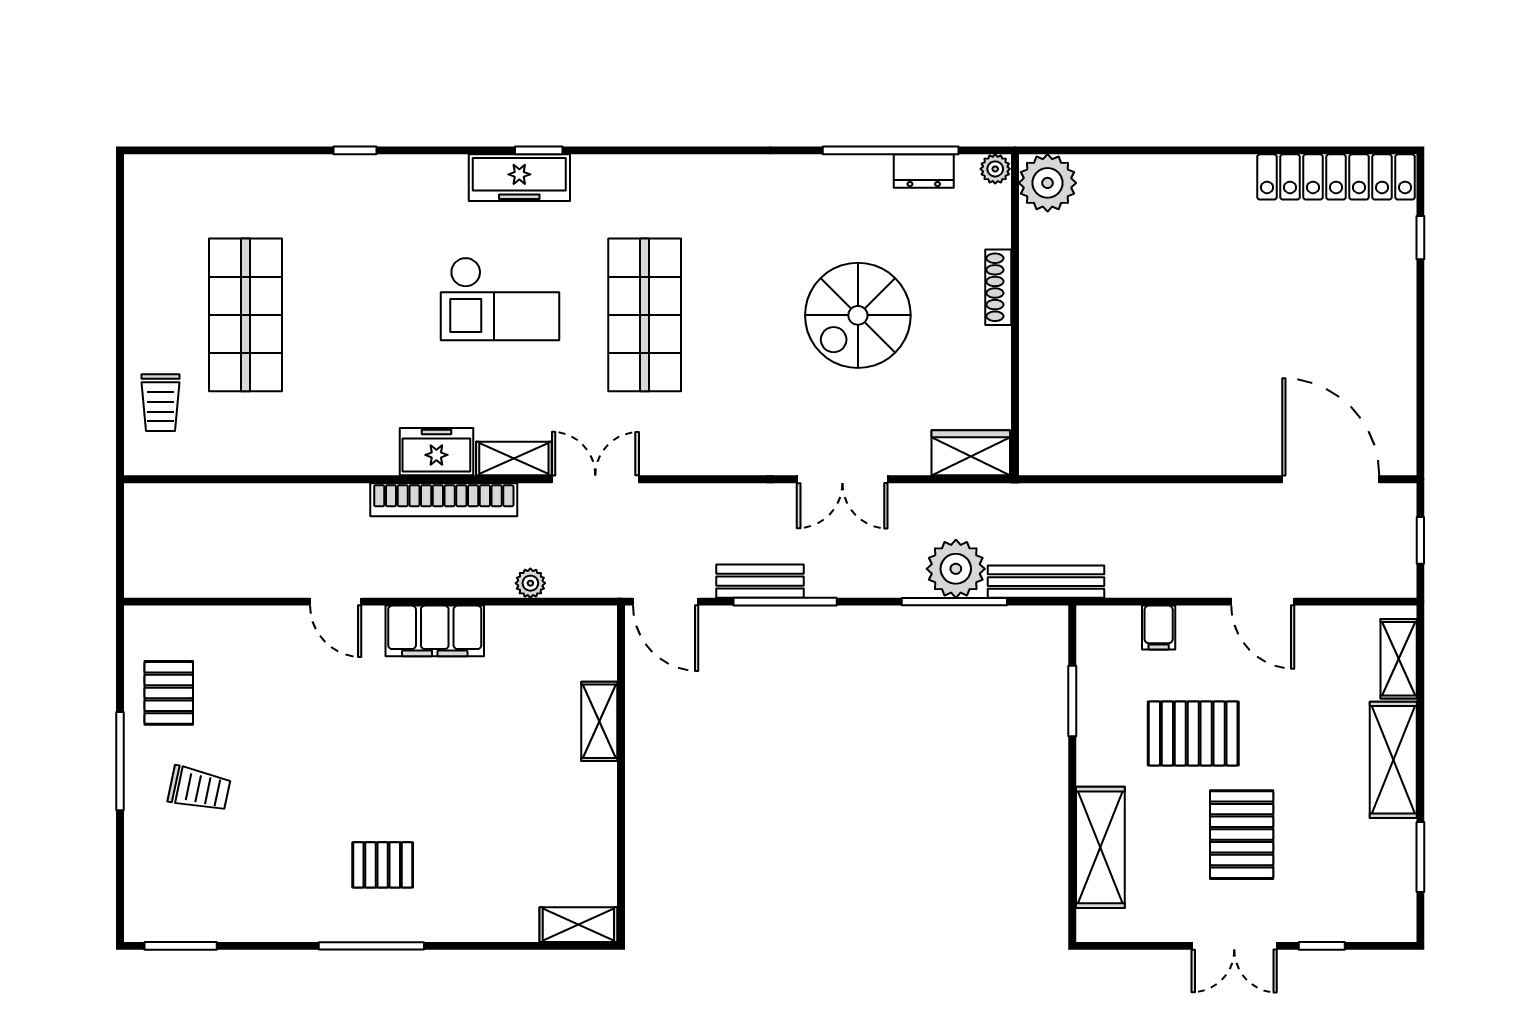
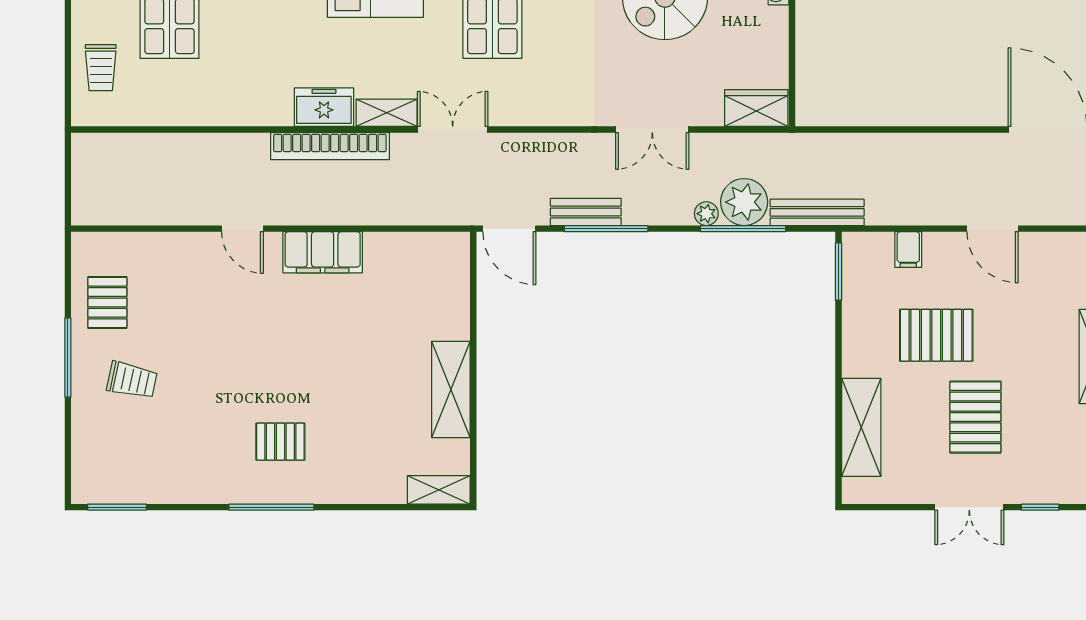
plant: (530, 583) -> (706, 214), moved
window: (1072, 701) -> (838, 272), moved
shelving: (599, 721) -> (451, 389), moved, width x1.50, depth x1.33

